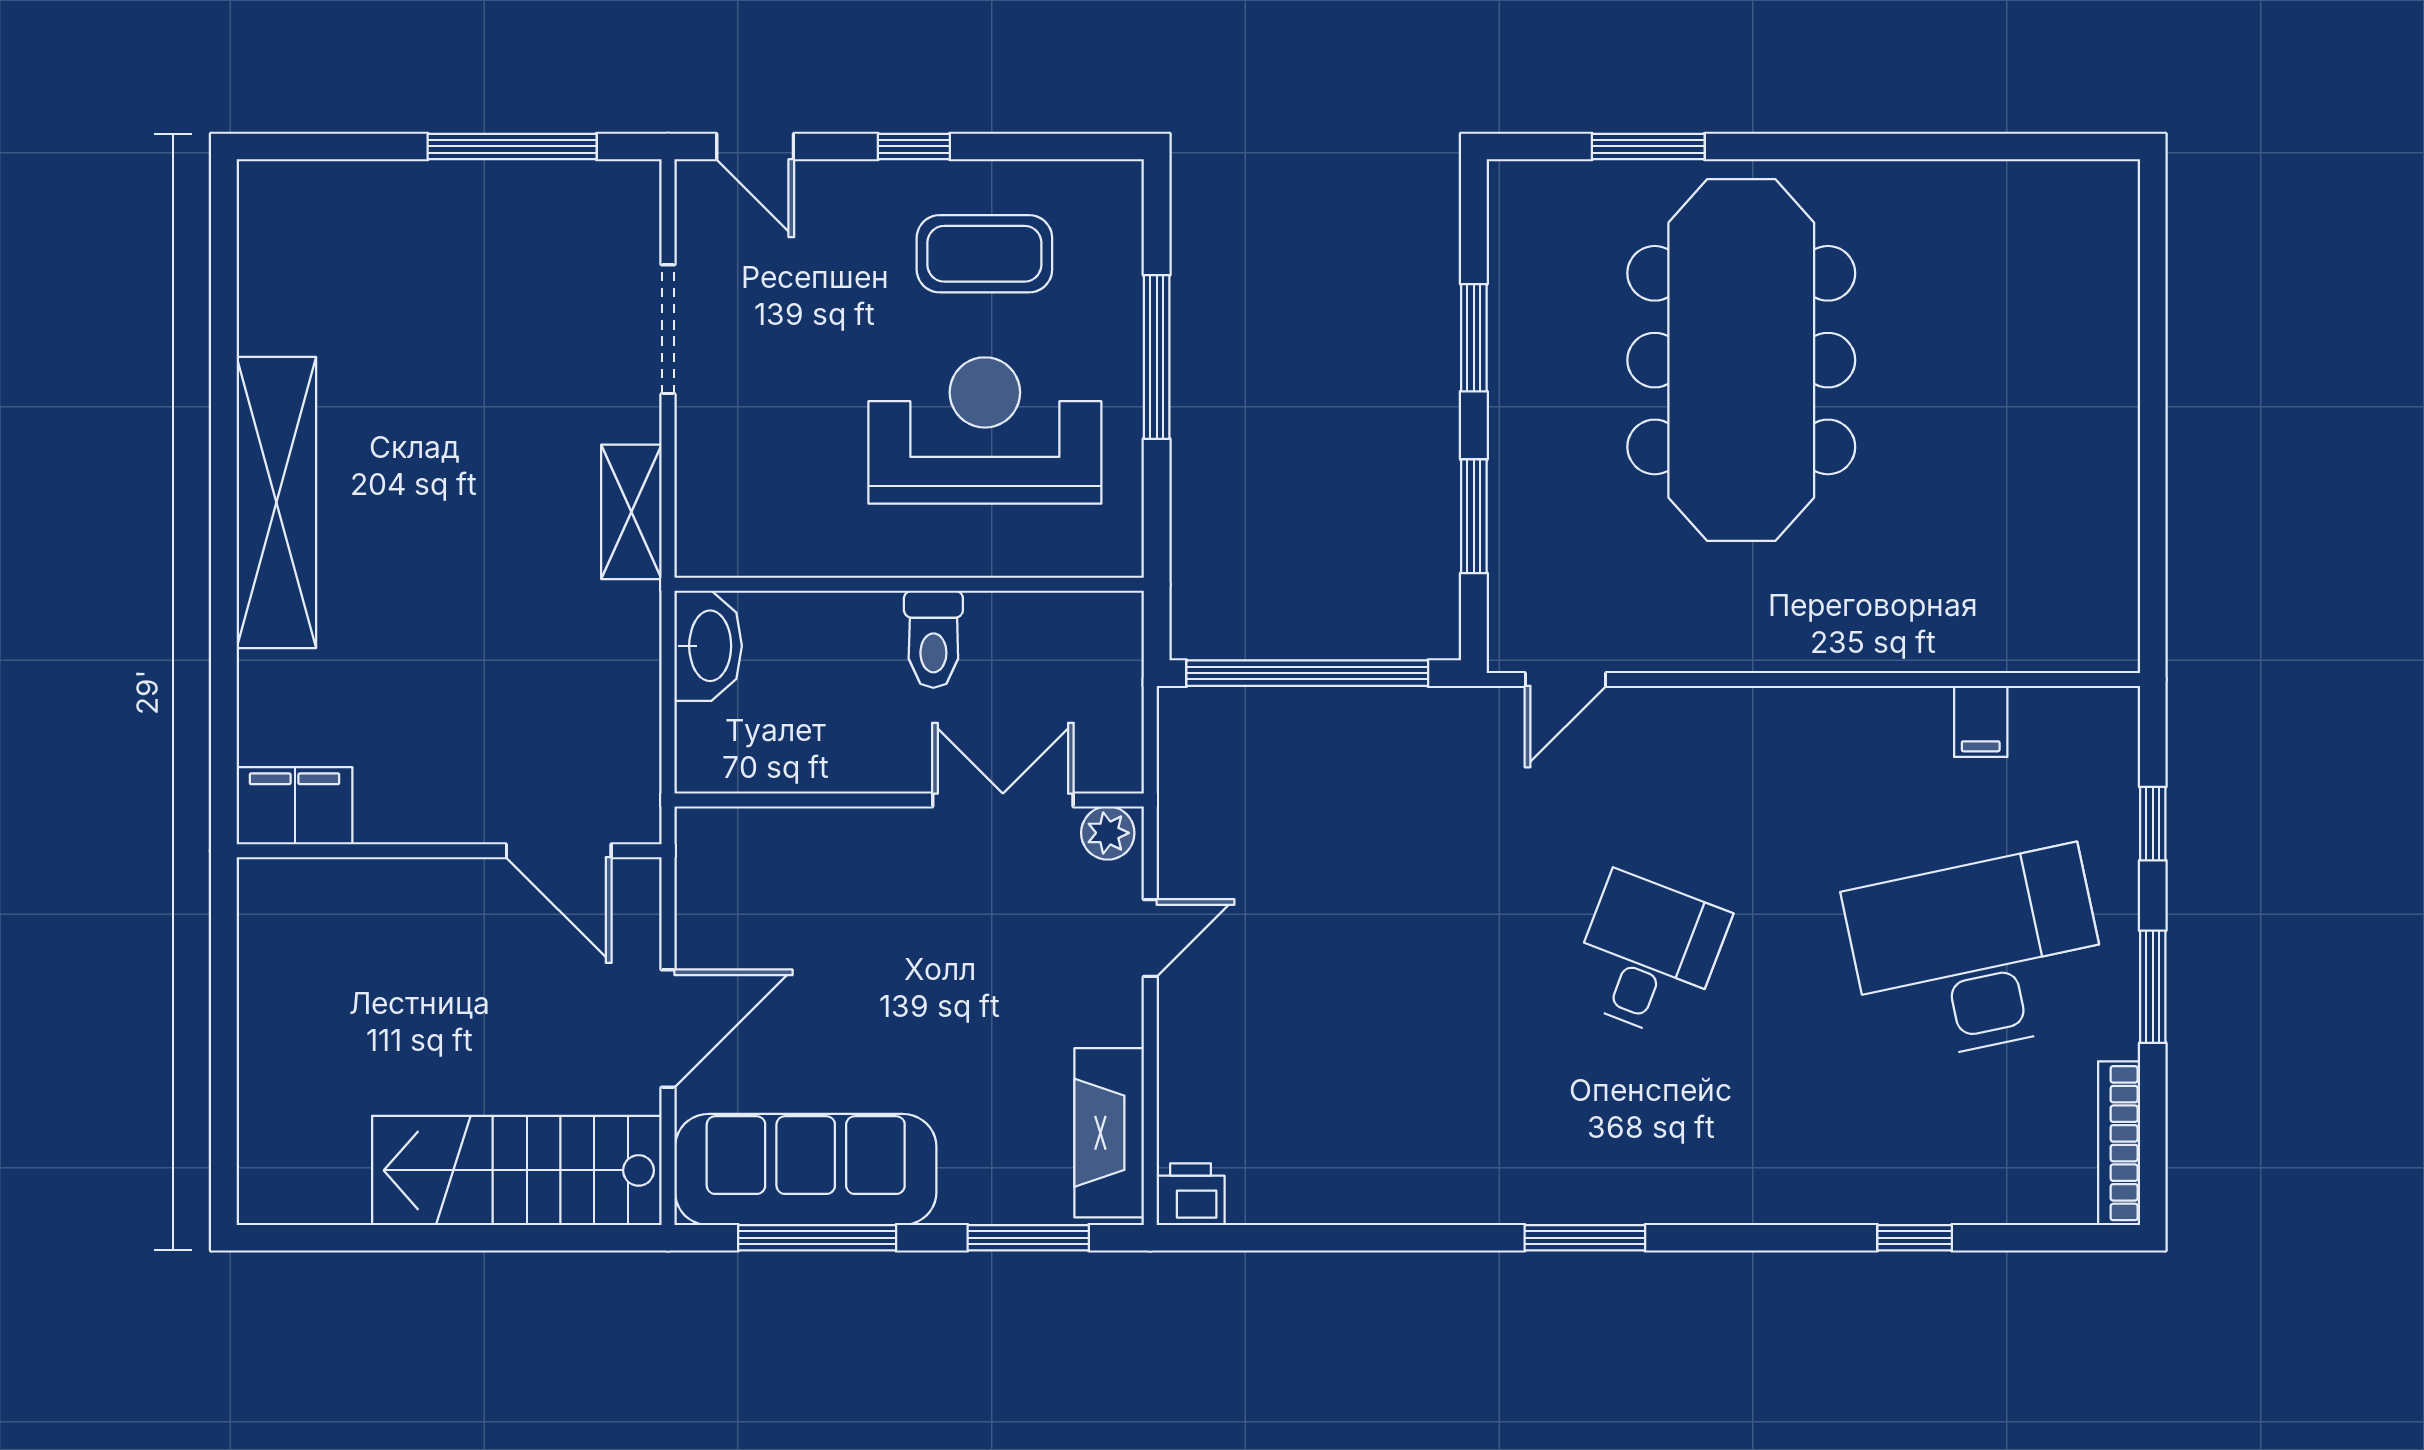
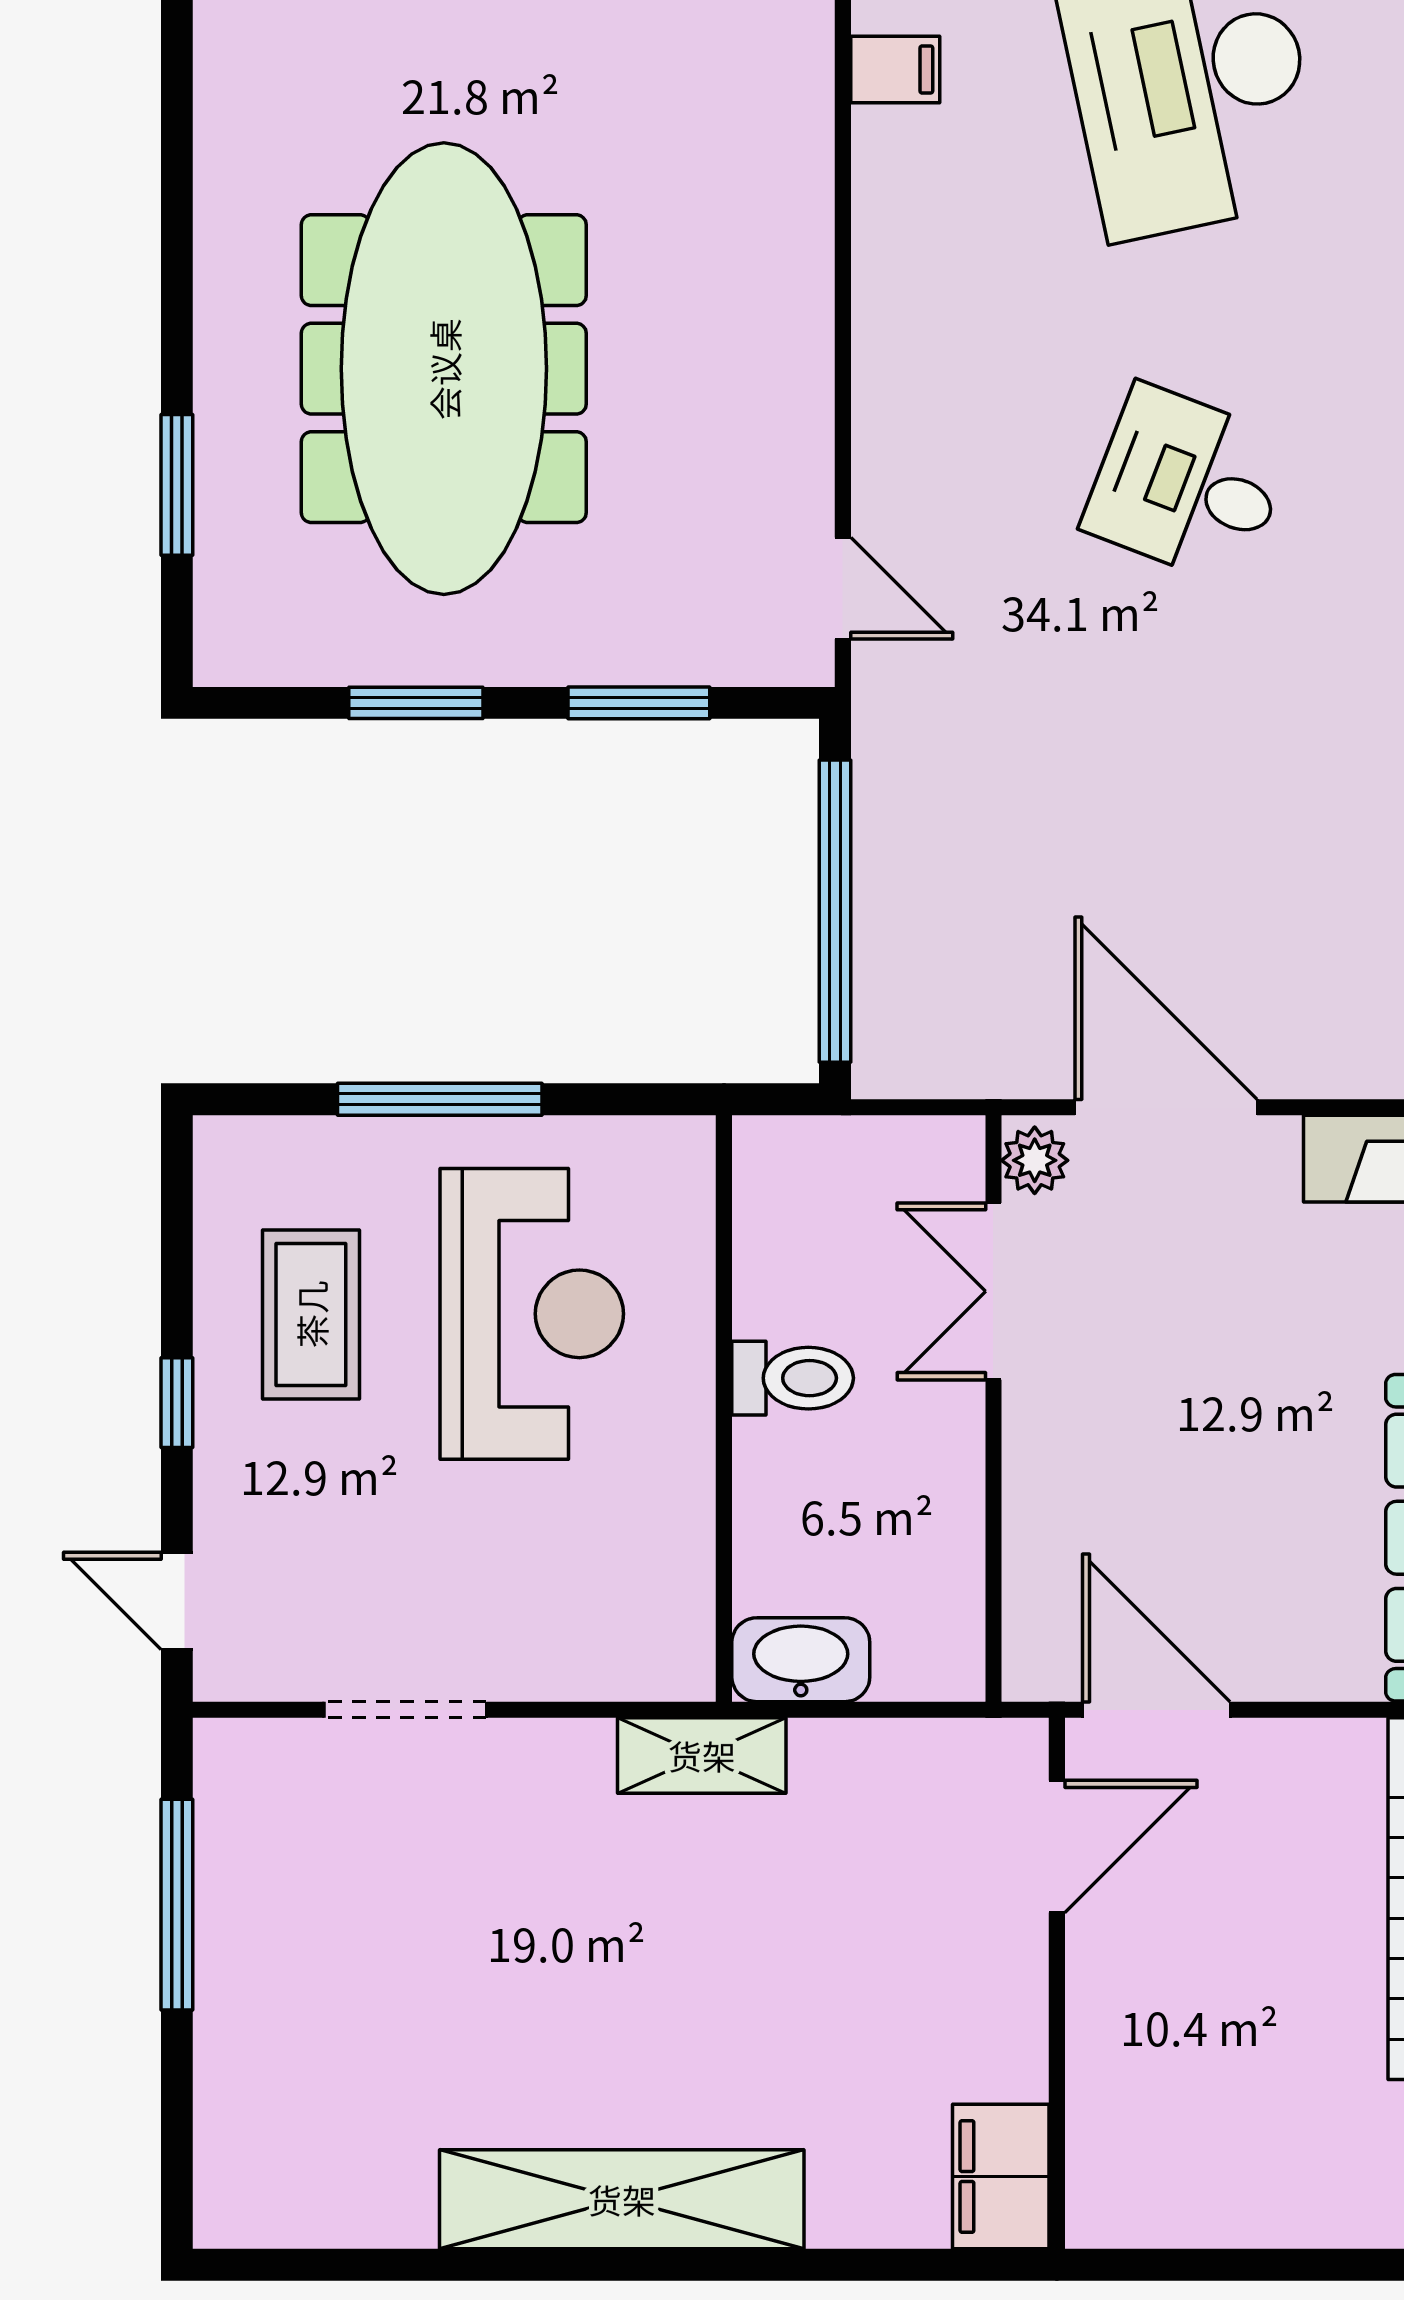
door: (755, 146) -> (177, 1601), swing flipped
meeting table: (1741, 360) -> (444, 369), turned 90
reception desk: (985, 430) -> (532, 1314), turned 180
shelving: (631, 512) -> (702, 1755), moved
door: (1150, 938) -> (1166, 1107), width x1.88
door: (668, 1028) -> (1156, 1710), moved

